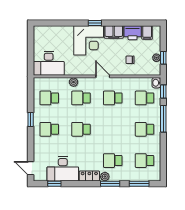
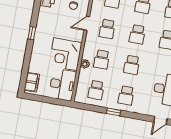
filing cabinet: (114, 32) -> (32, 82), moved
corner desk: (89, 40) -> (65, 54), moved, turned 180
door: (103, 76) -> (87, 23), moved
school desk: (113, 129) -> (137, 34), added

